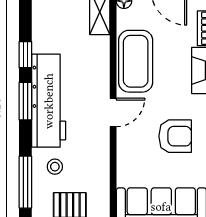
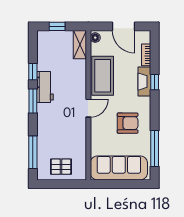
workbench: (49, 101) -> (45, 87), width x0.53, depth x0.76
stool: (55, 167) -> (51, 142), removed

